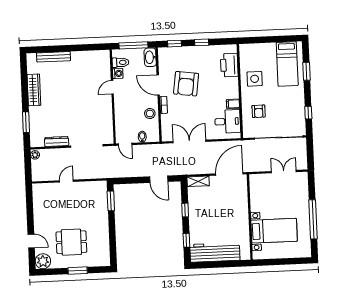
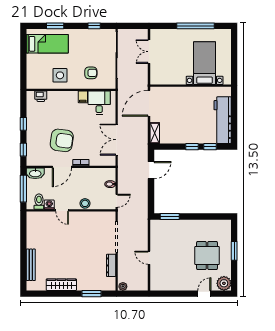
printer: (229, 65) -> (41, 96), width x0.53, depth x0.68
stool: (150, 114) -> (85, 203), moved
door: (229, 174) -> (149, 103), hinge flipped
window: (185, 210) -> (192, 147), moved

